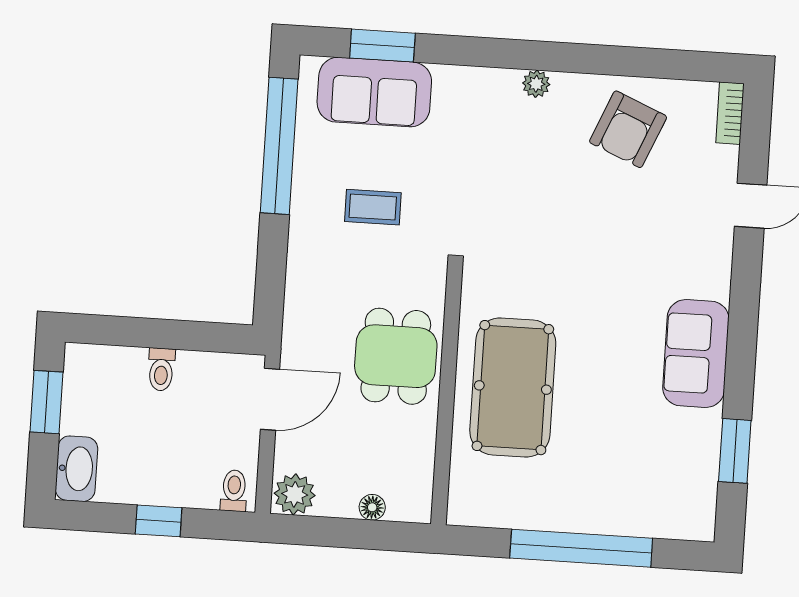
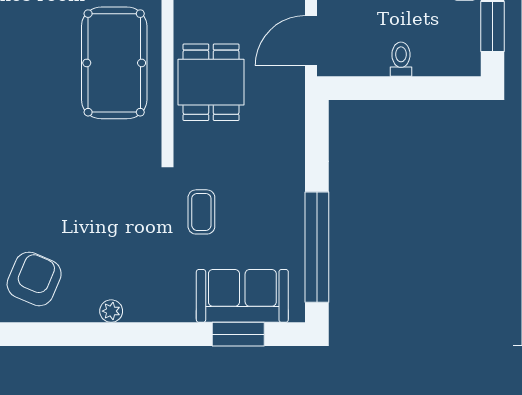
coffee table: (373, 207) -> (201, 212), moved, turned 90

